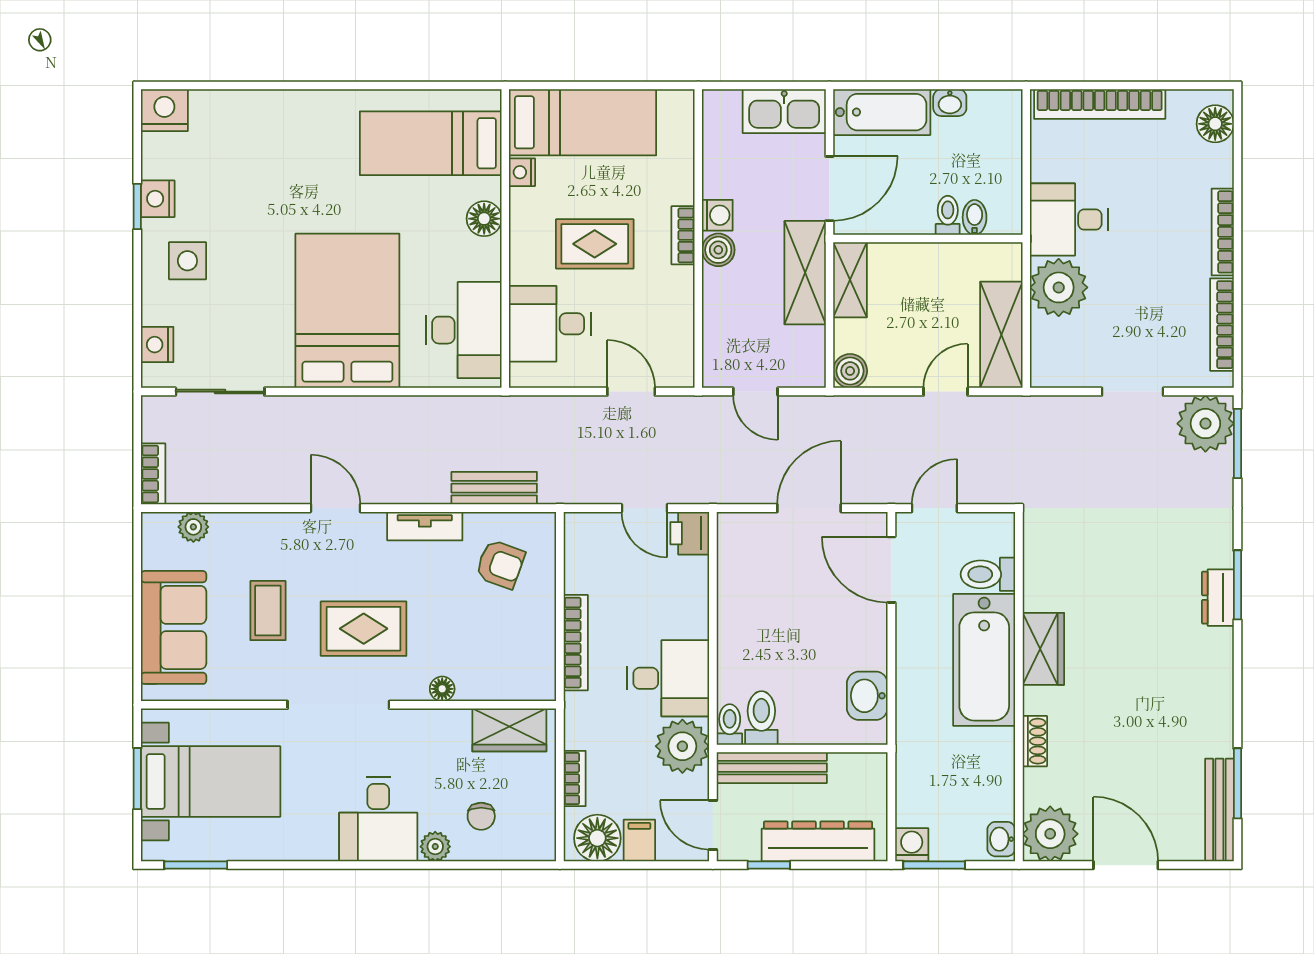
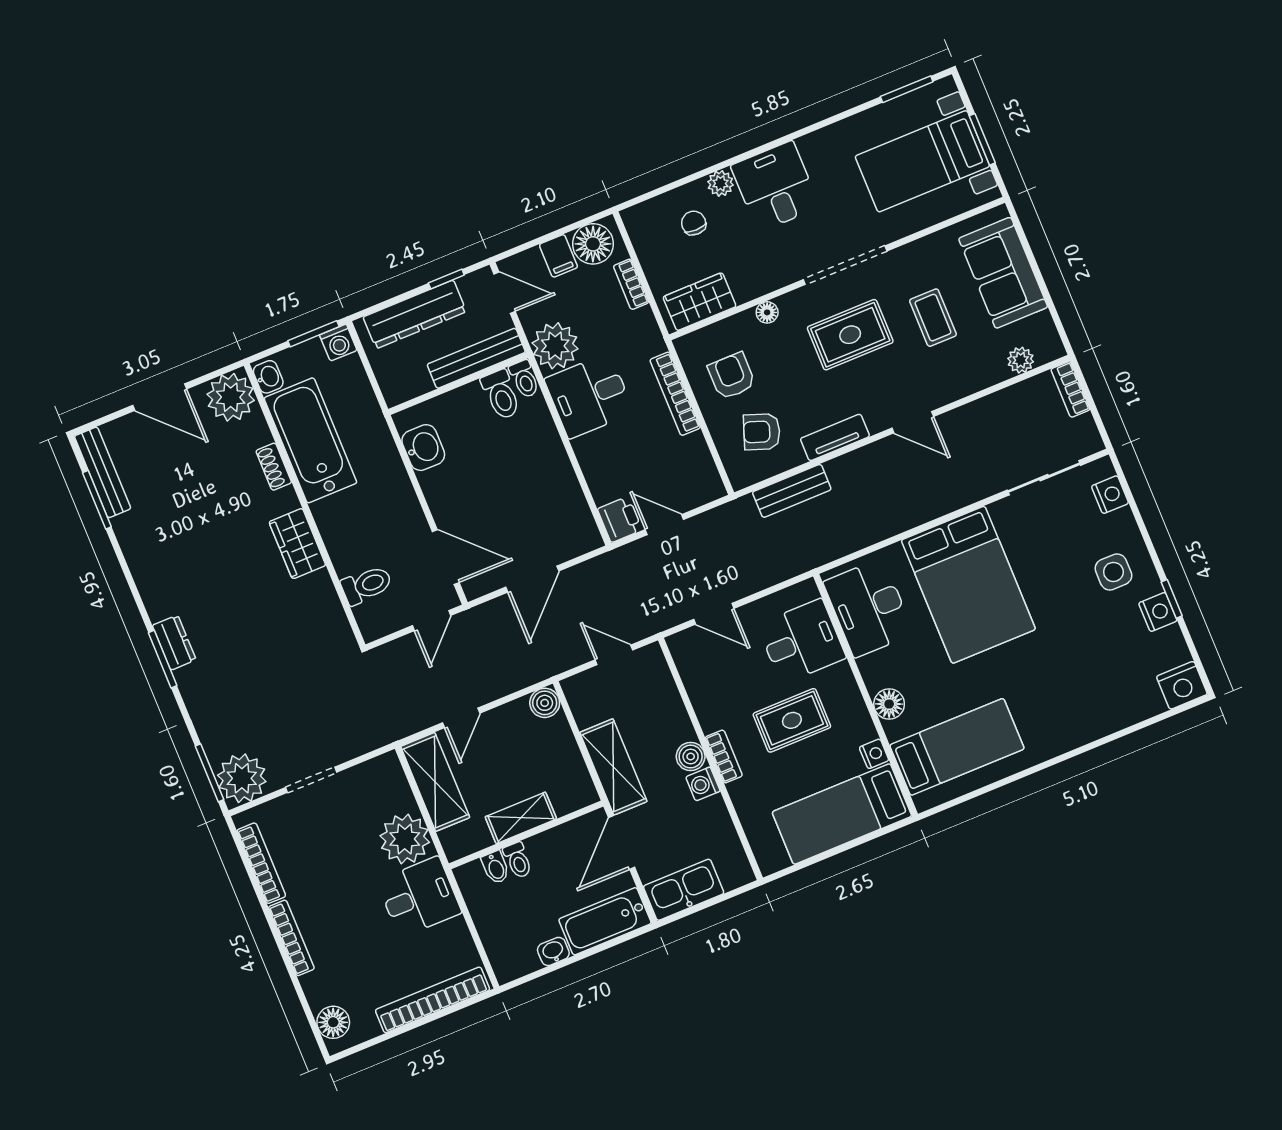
shelving: (850, 280) -> (521, 818), moved, turned 90
armchair: (508, 637) -> (732, 376), added
bathtub: (984, 660) -> (310, 440), moved

